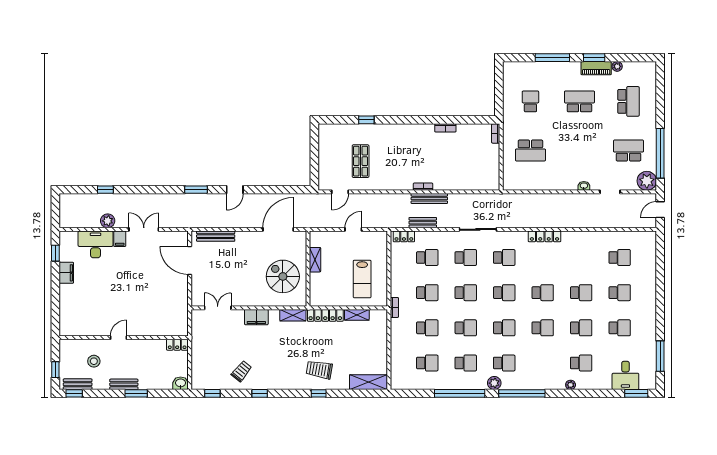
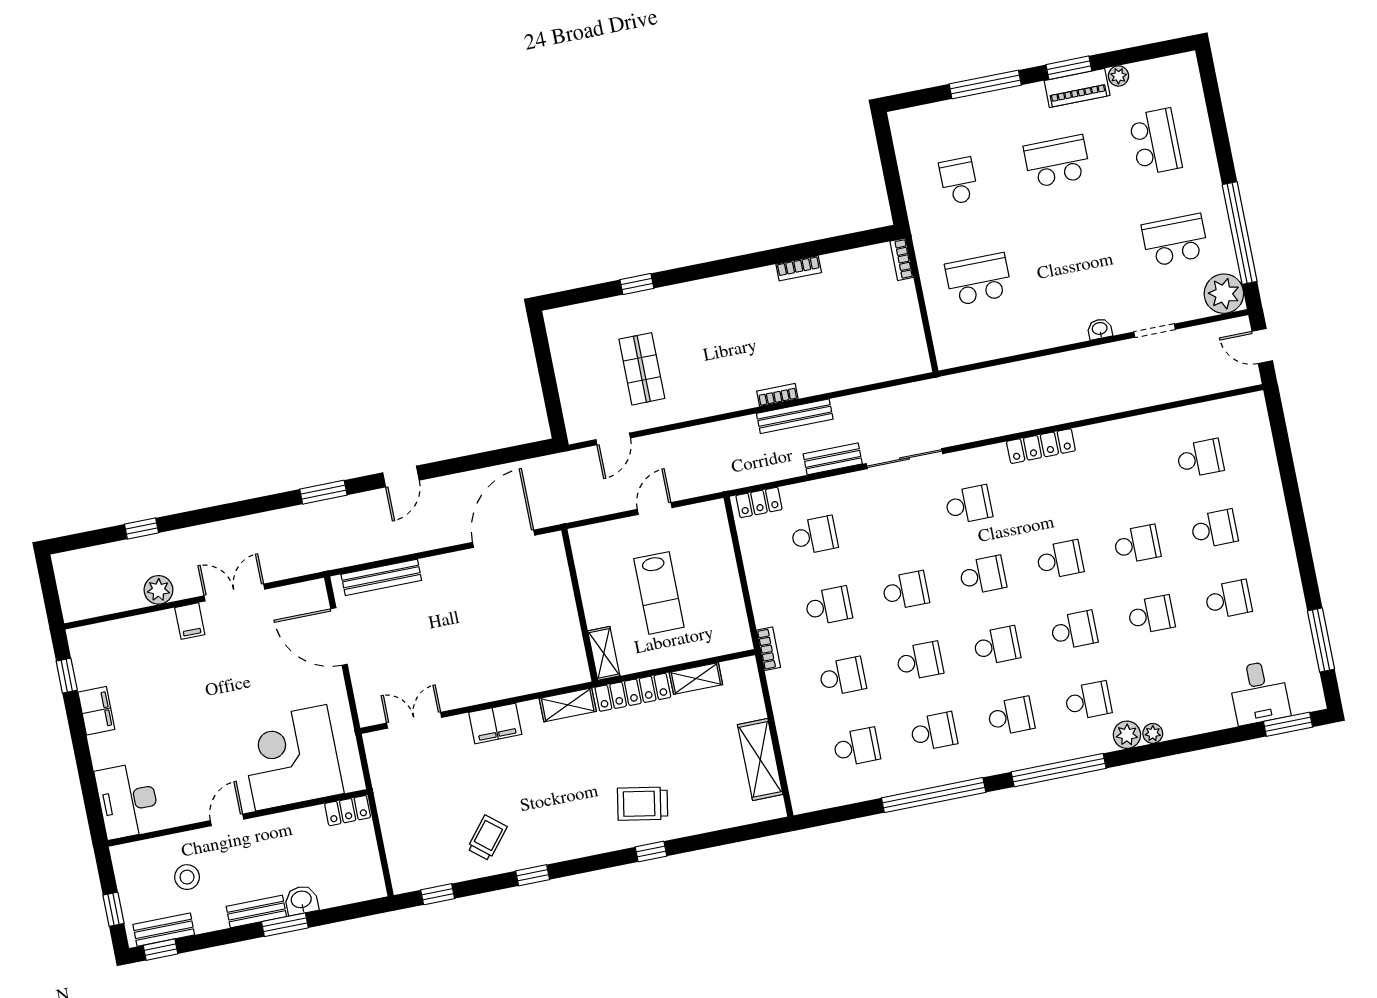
school desk: (530, 151) -> (978, 279), turned 180
door: (660, 210) -> (1262, 346), hinge flipped
bench: (423, 223) -> (833, 459), moved
desk: (95, 244) -> (128, 801), moved, turned -90
school desk: (466, 258) -> (891, 520), removed
shelving: (315, 260) -> (604, 653), moved
spiral stairs: (283, 276) -> (532, 631), removed
lab bench: (362, 279) -> (659, 593), moved
corner desk: (155, 314) -> (291, 758), added
school desk: (581, 363) -> (1088, 701), moved
shelving: (369, 382) -> (760, 759), moved, turned 90
washbasin: (181, 383) -> (301, 900), moved
plant: (494, 383) -> (1127, 735), moved

